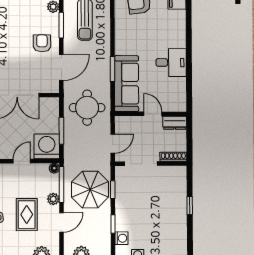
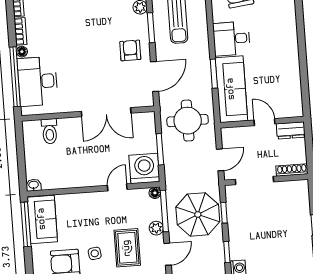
desk: (171, 63) -> (232, 39), moved, turned 180

